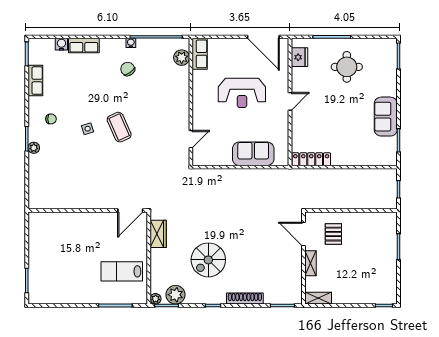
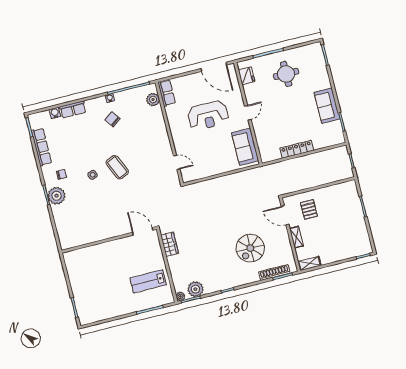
row of seats: (35, 81) -> (41, 147), width x1.48
door: (191, 139) -> (177, 162), hinge flipped
plant: (34, 148) -> (57, 196), width x1.88, depth x1.88
sofa: (253, 154) -> (245, 147), moved, turned -90
locker: (311, 159) -> (297, 149), moved
door: (130, 211) -> (143, 231), swing flipped
spiral stairs: (208, 260) -> (250, 248), moved
shoe rack: (245, 298) -> (274, 273), moved

